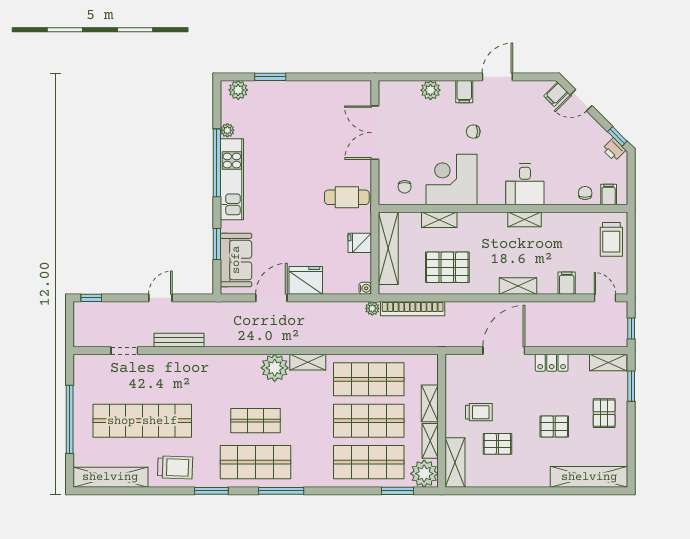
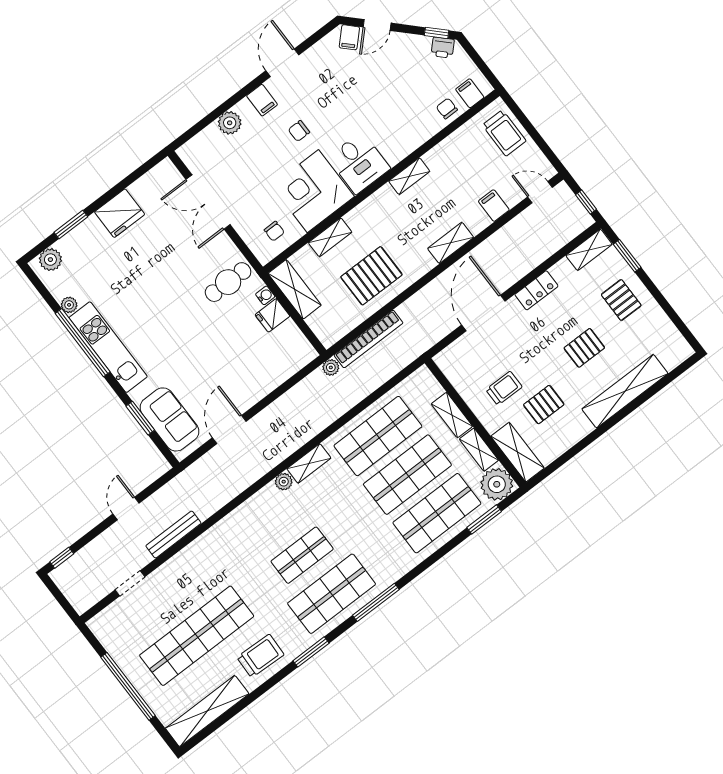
desk: (525, 184) -> (359, 163), moved
shelving: (388, 248) -> (295, 289), width x0.68
fridge: (306, 280) -> (120, 213), moved, turned 180
water cooler: (365, 288) -> (265, 295), moved
plant: (275, 368) -> (284, 482), width x0.53, depth x0.53
shelving: (589, 477) -> (625, 391), moved

